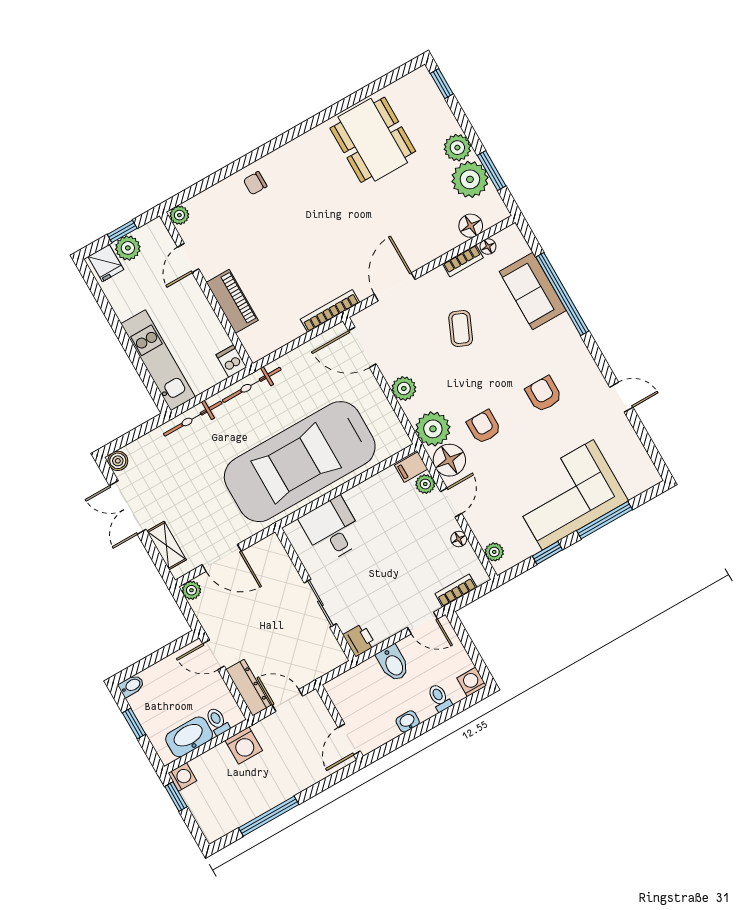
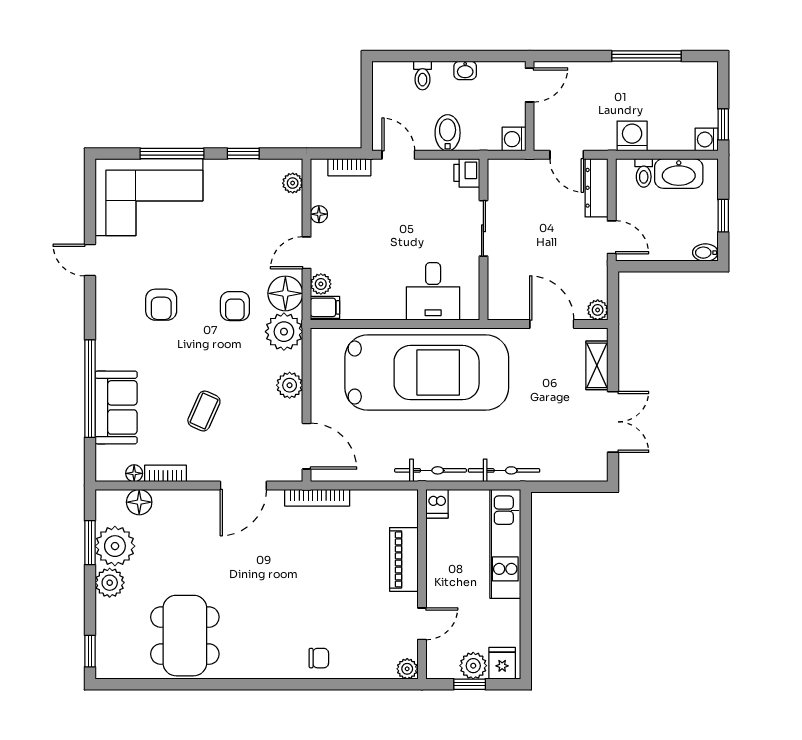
boiler: (118, 461) -> (597, 471), removed
corner sofa: (568, 495) -> (149, 197), moved
washing machine: (472, 682) -> (514, 139), moved, turned 90

